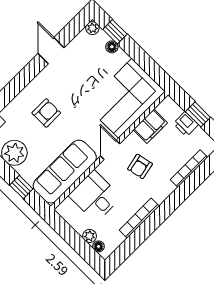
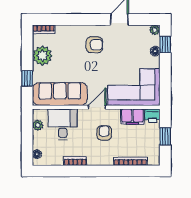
armchair: (46, 113) -> (94, 45), moved
printer: (186, 124) -> (152, 116), moved, turned -90
armchair: (140, 166) -> (104, 133), turned 102
bookcase: (139, 218) -> (75, 161), width x0.64
plant: (90, 236) -> (38, 125), moved

